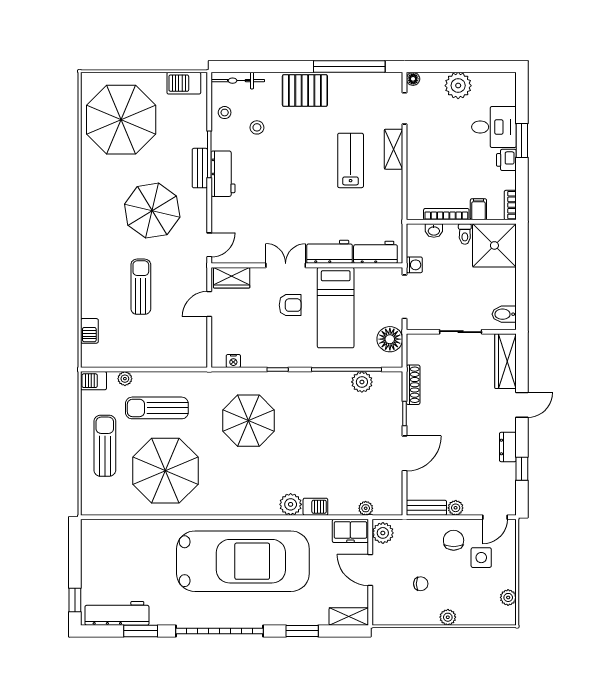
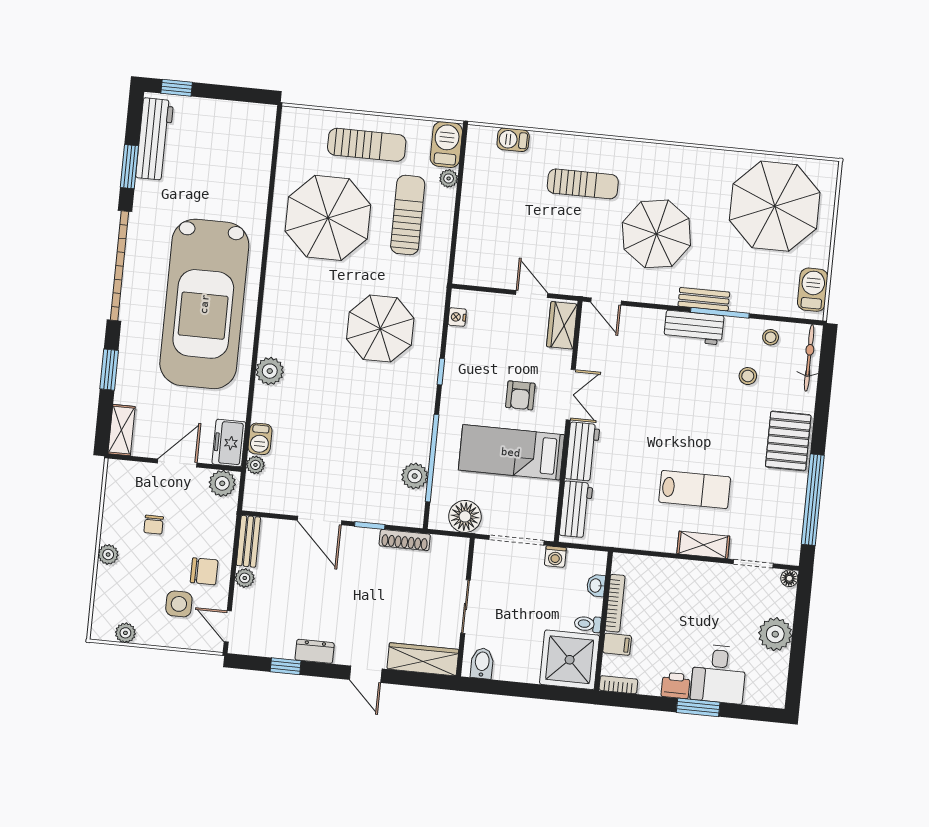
sun lounger: (141, 287) -> (583, 184), moved
barbecue: (93, 381) -> (446, 145), width x1.38, depth x1.27
barbecue: (315, 507) -> (260, 439), moved

